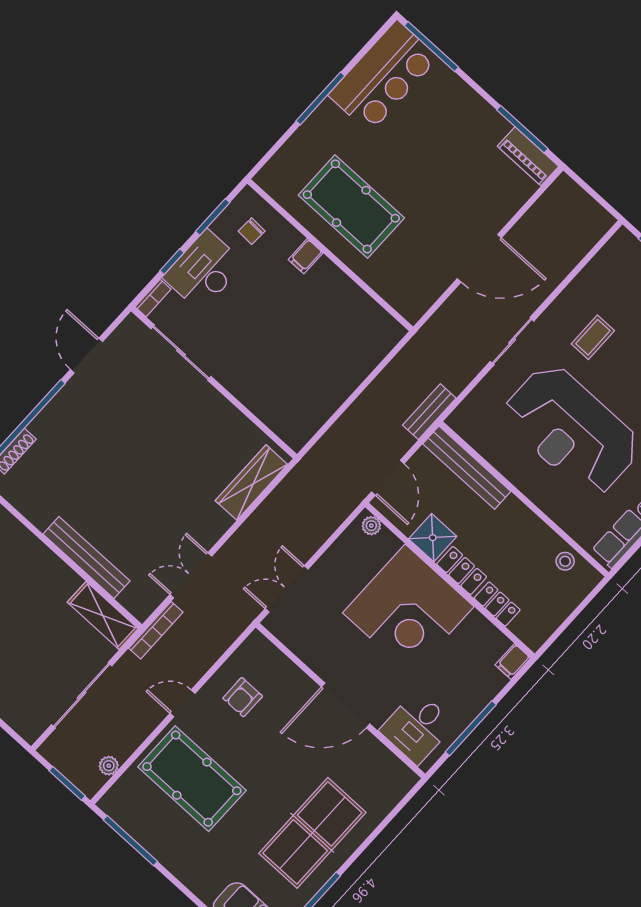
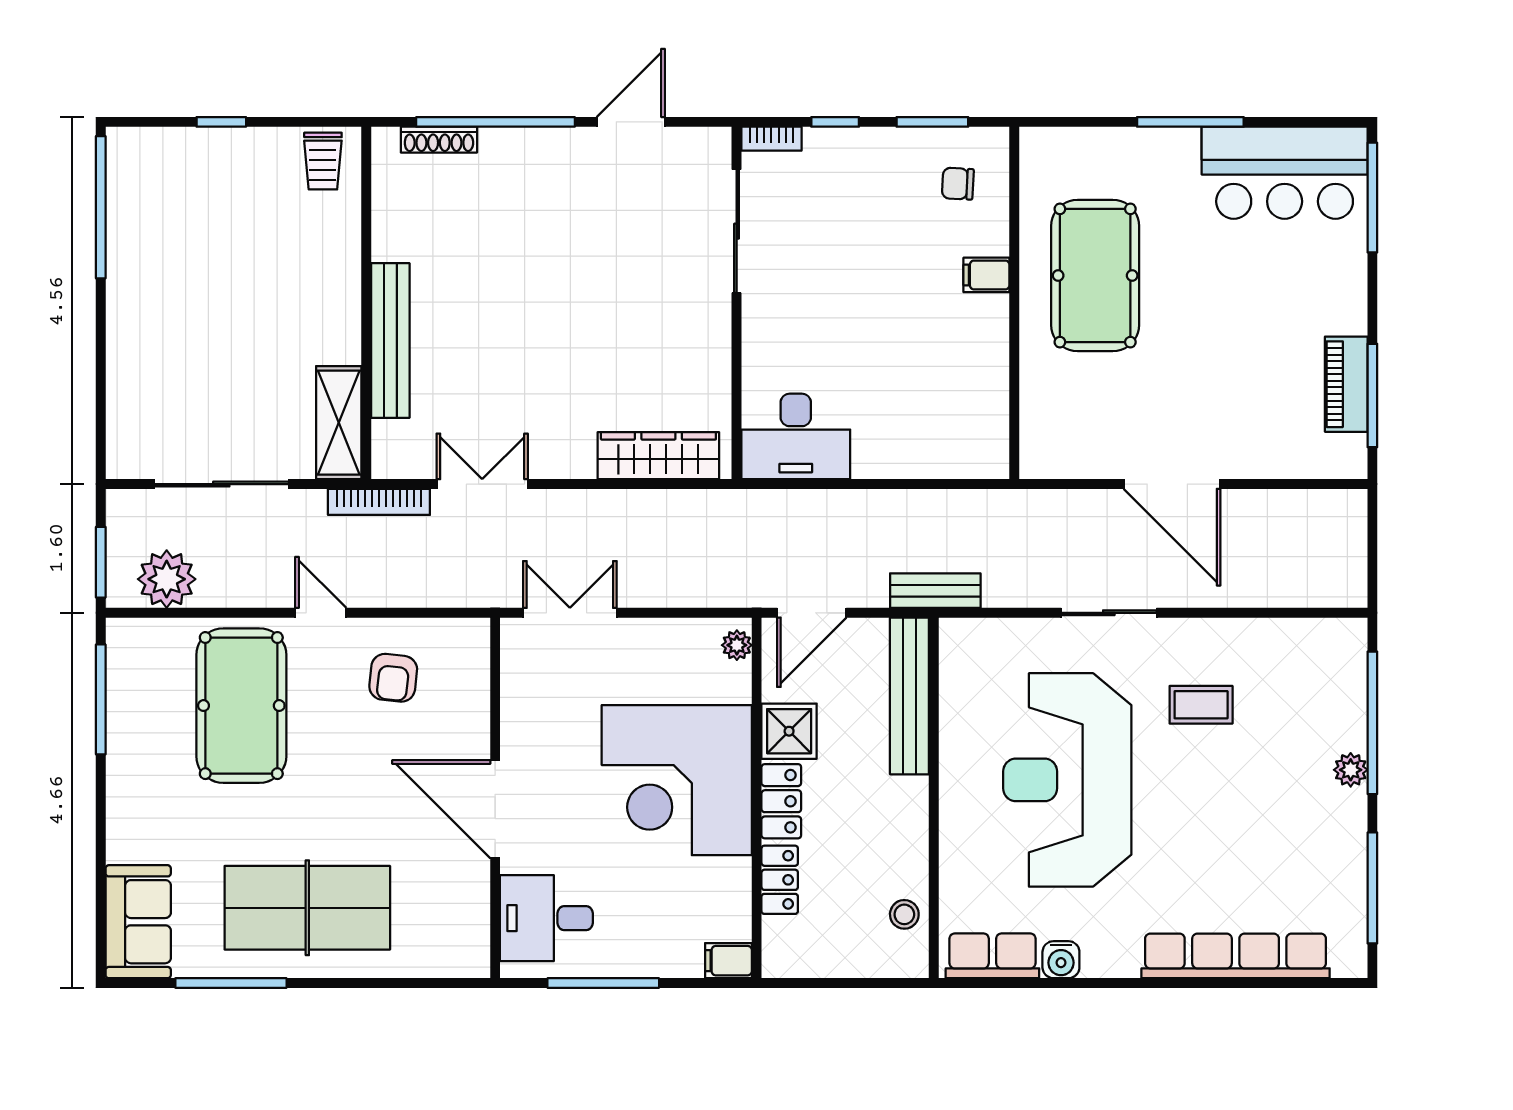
piano: (528, 156) -> (1346, 384), moved
desk: (204, 271) -> (796, 436), moved, turned 180
armchair: (243, 697) -> (393, 678), turned -84
plant: (109, 766) -> (167, 579), width x1.88, depth x1.88

